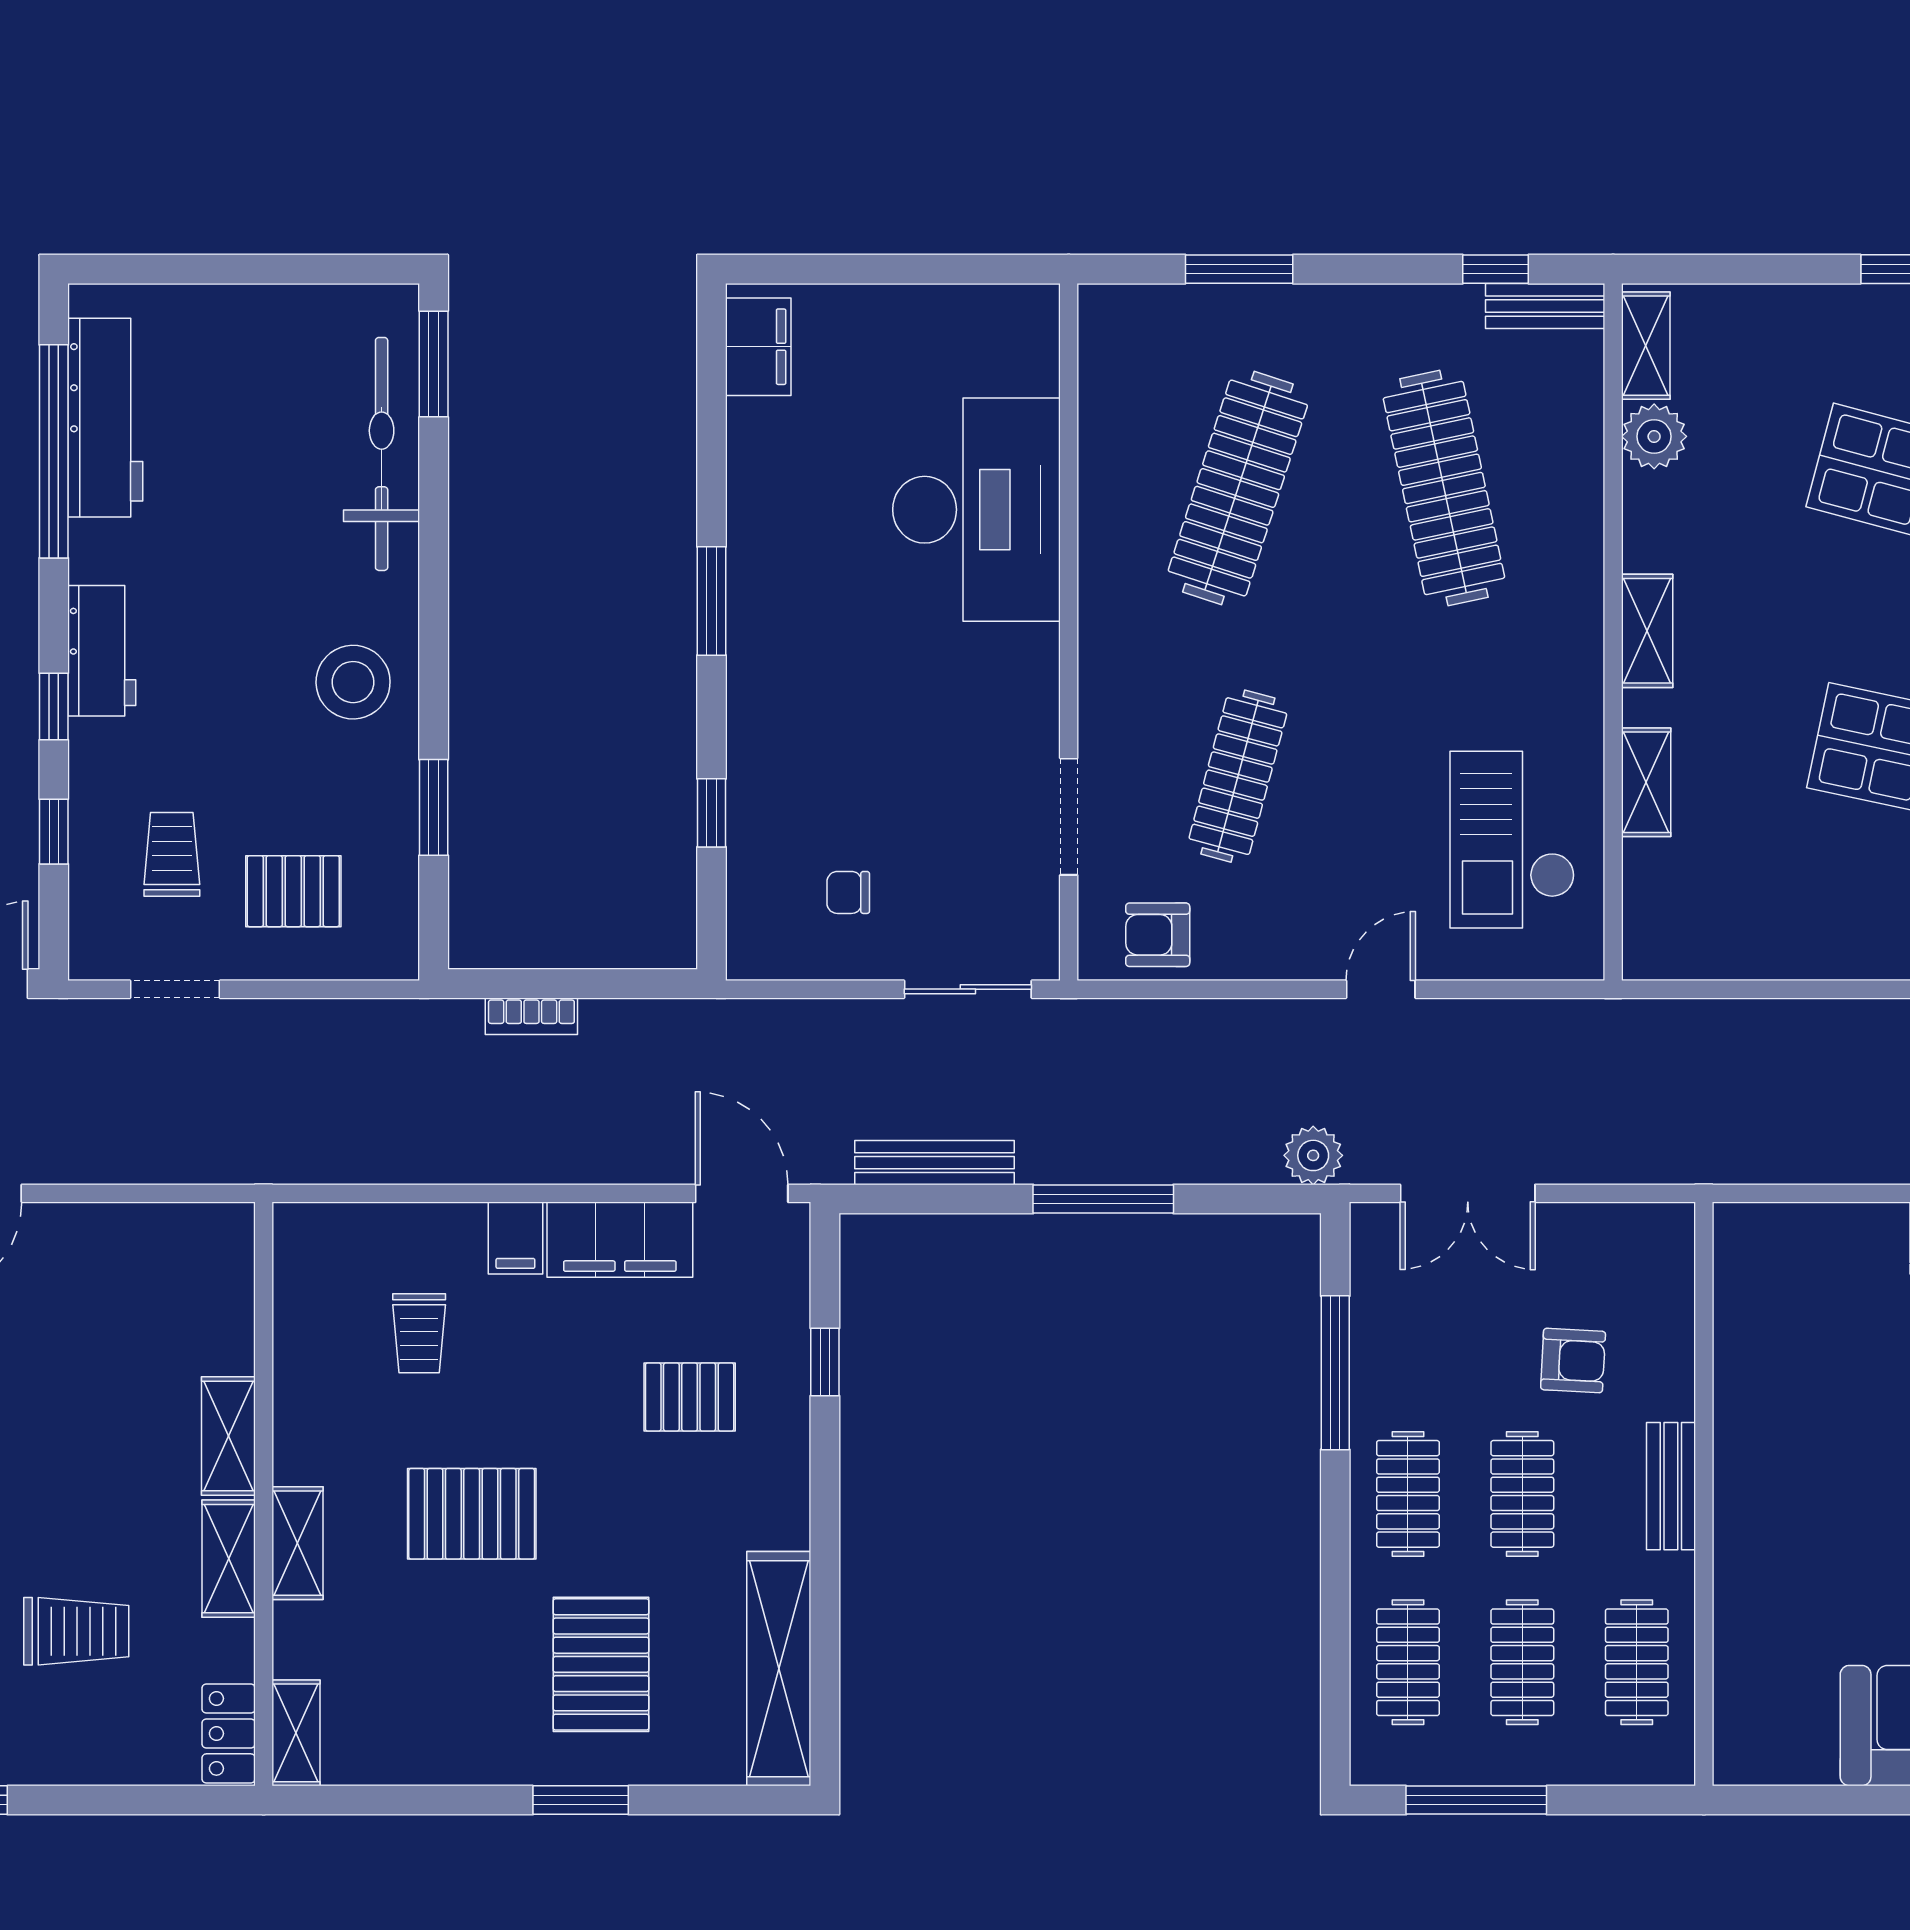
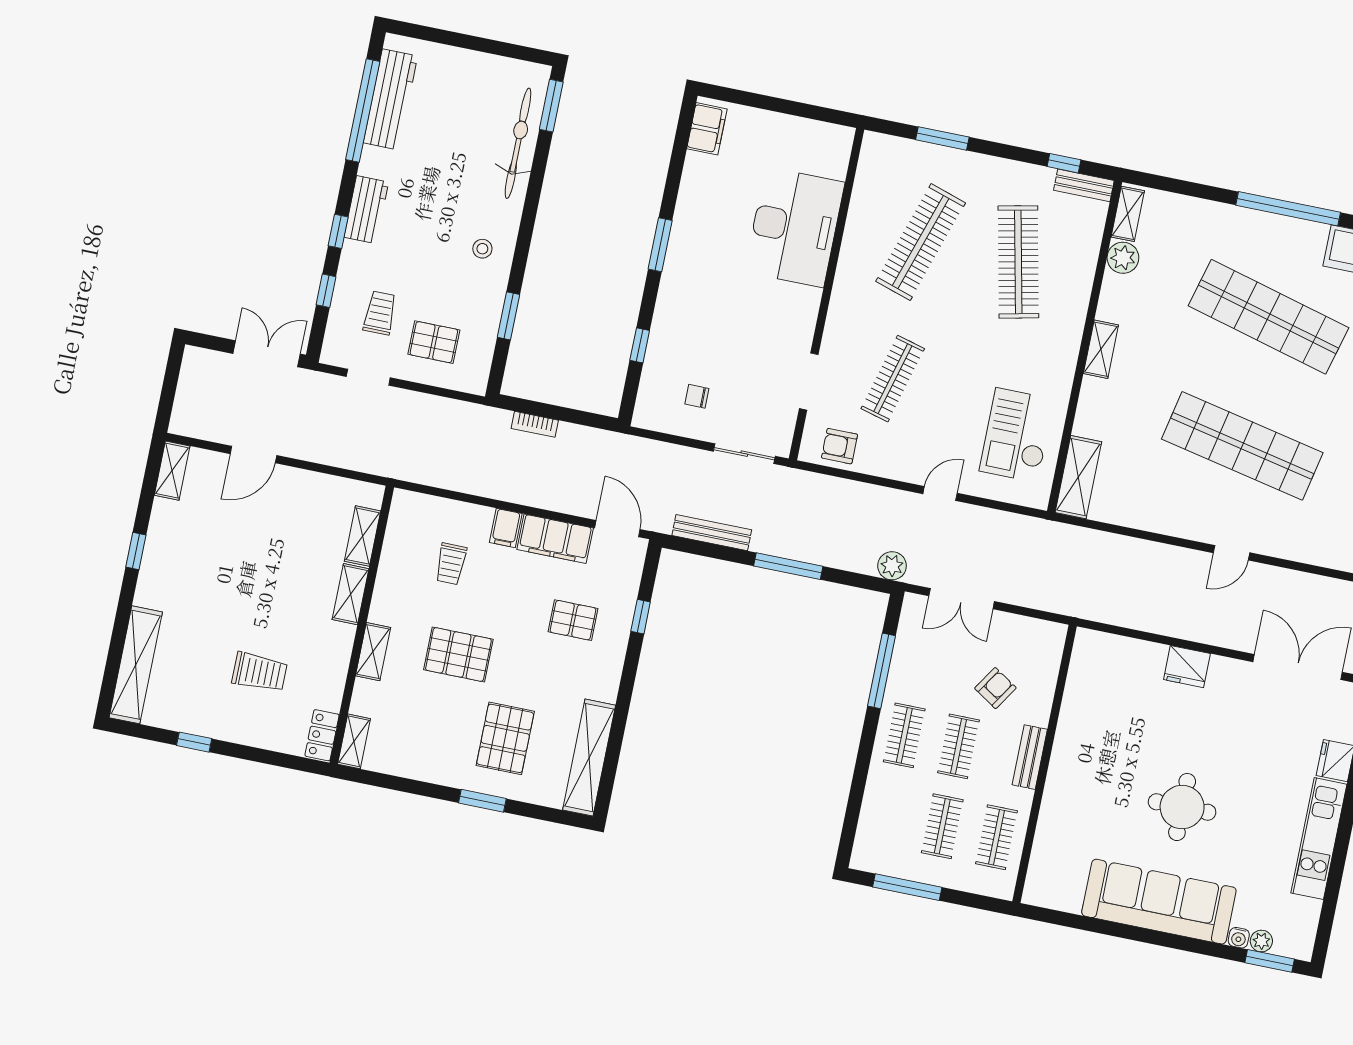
stool: (353, 682) -> (482, 249), width x0.53, depth x0.53
shelving: (1646, 782) -> (1078, 477), moved, width x1.50, depth x1.33
armchair: (1573, 1360) -> (995, 688), turned -60
shelving: (229, 1559) -> (363, 536), moved
clothes rail: (1408, 1662) -> (888, 815), removed

